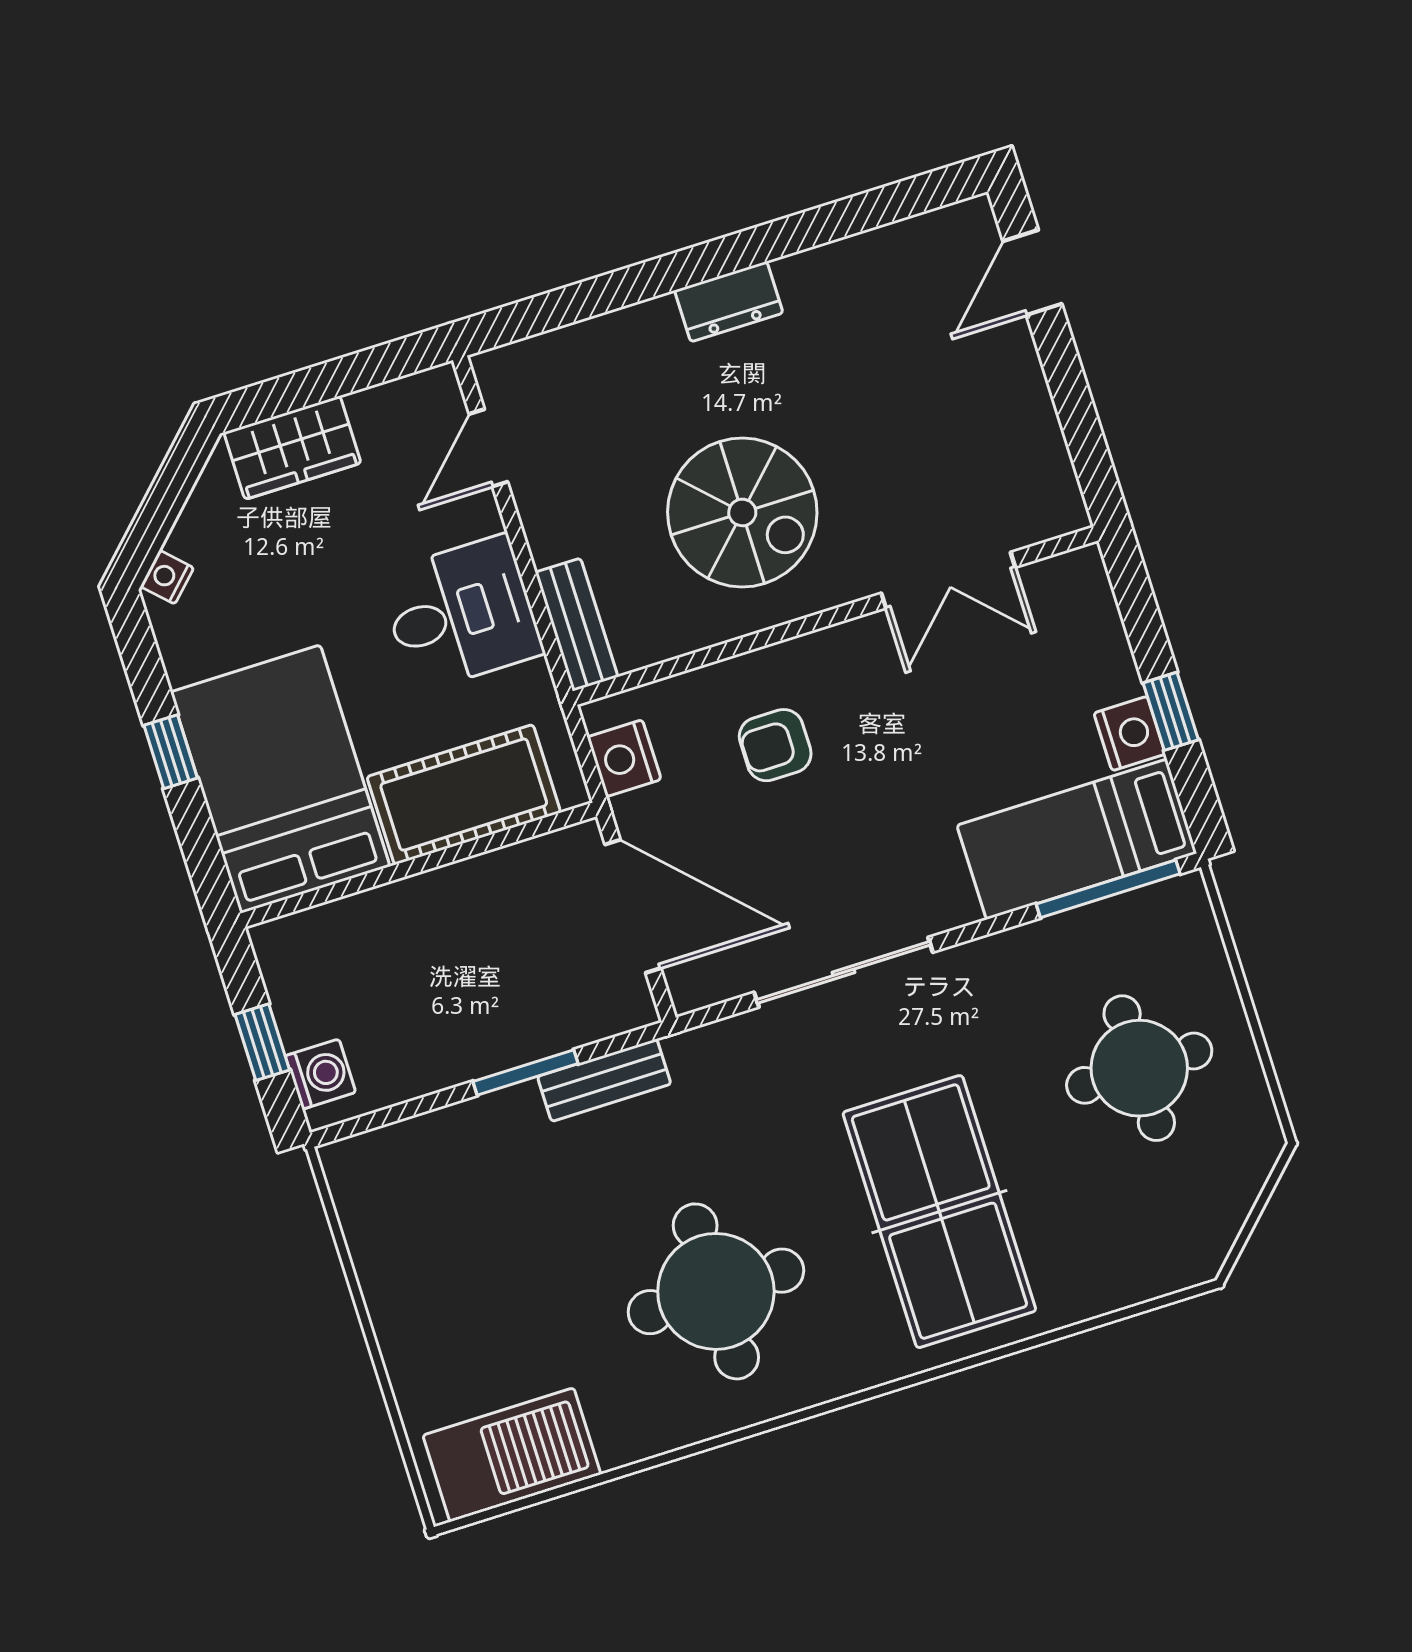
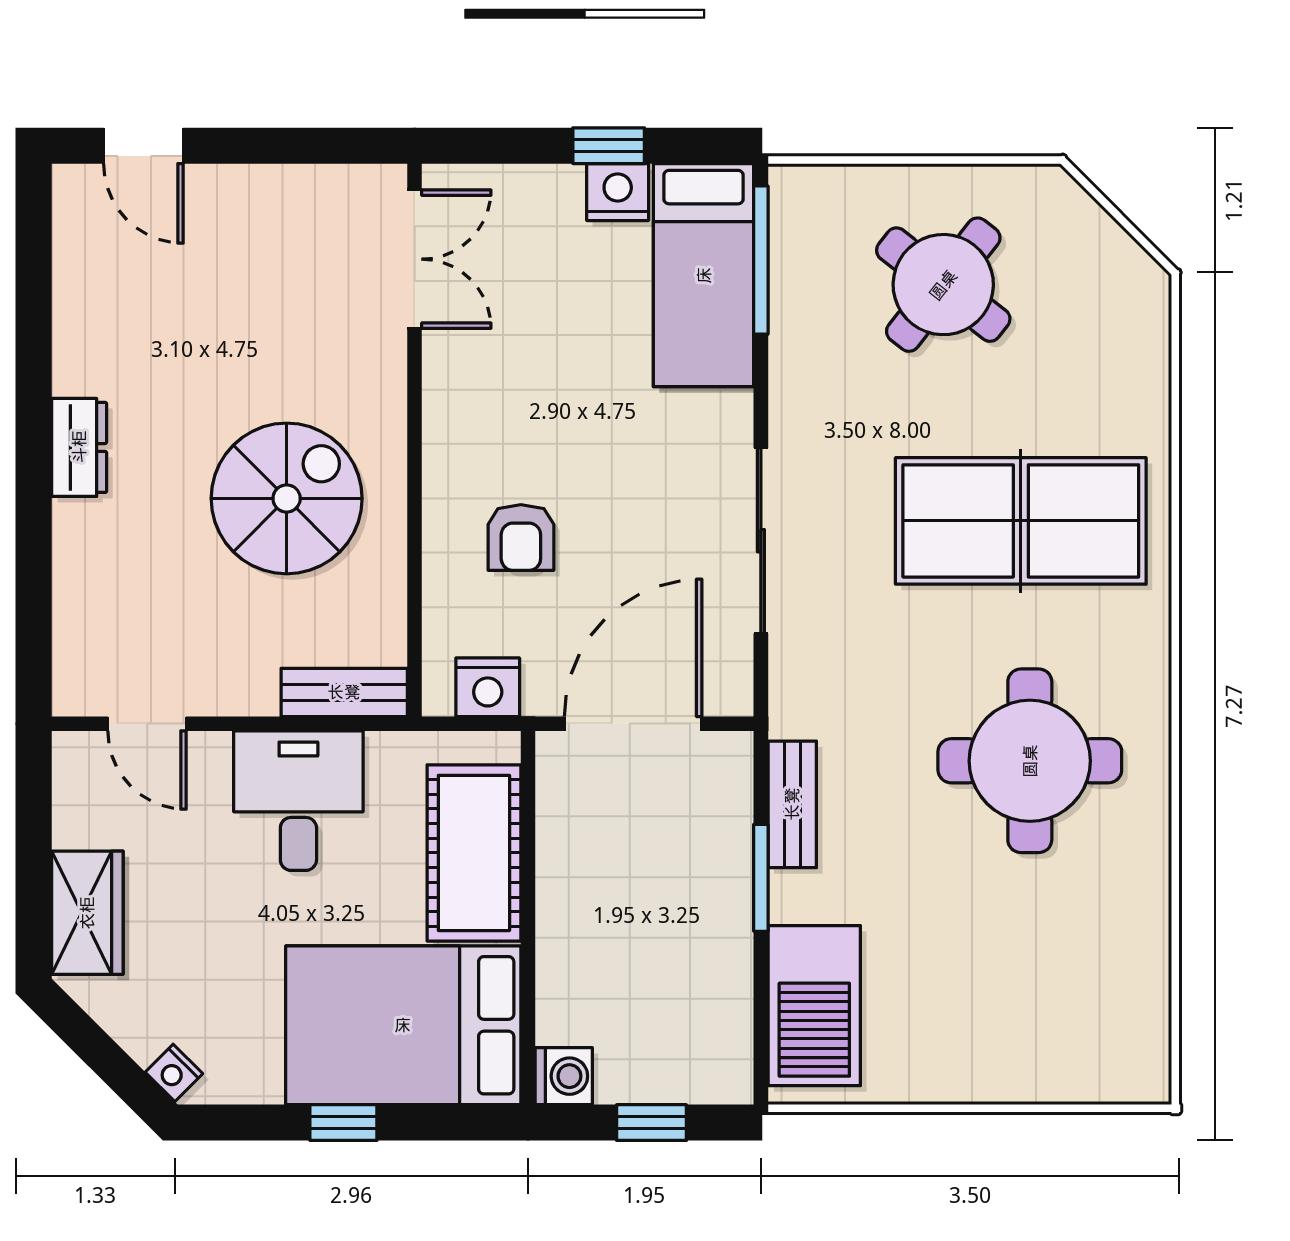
double door: (948, 580) -> (415, 259), moved
round table: (1139, 1068) -> (943, 285), turned 38
washing machine: (320, 1074) -> (564, 1076), moved, turned 90
barbecue: (512, 1455) -> (814, 1006), moved, turned 180

